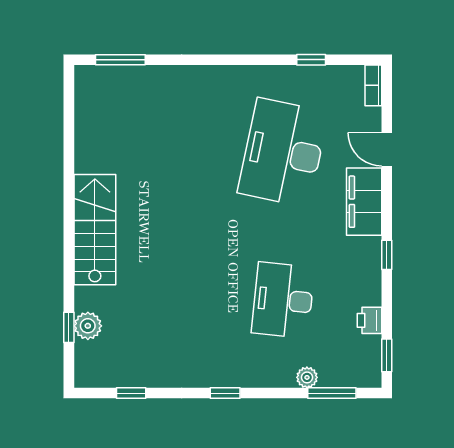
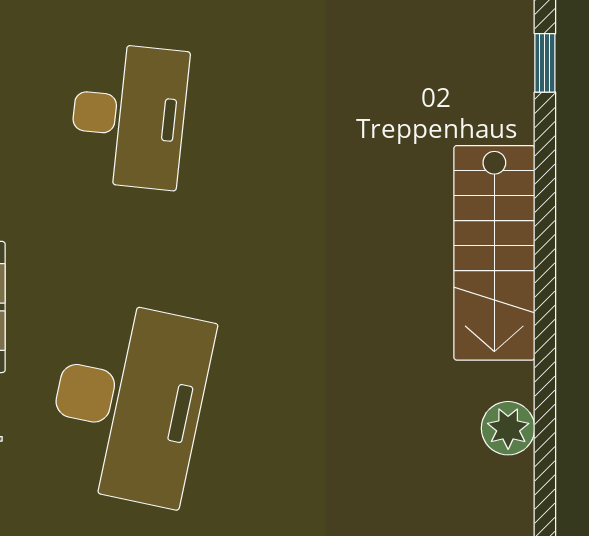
plant: (88, 326) -> (508, 428), moved

